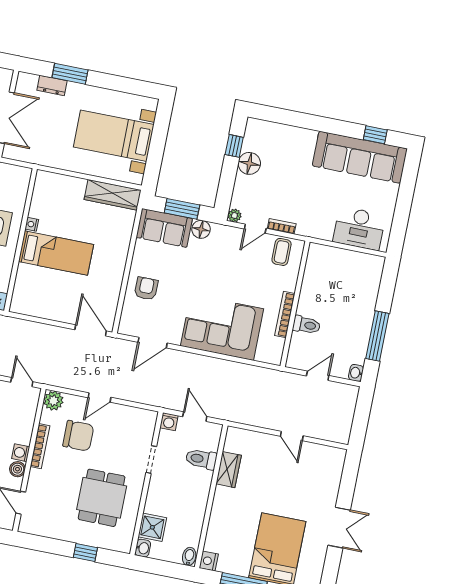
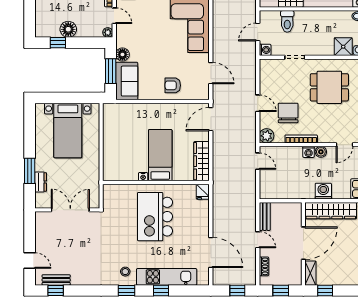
wardrobe: (113, 195) -> (202, 161), moved, turned 180
door: (22, 382) -> (258, 161), swing flipped

